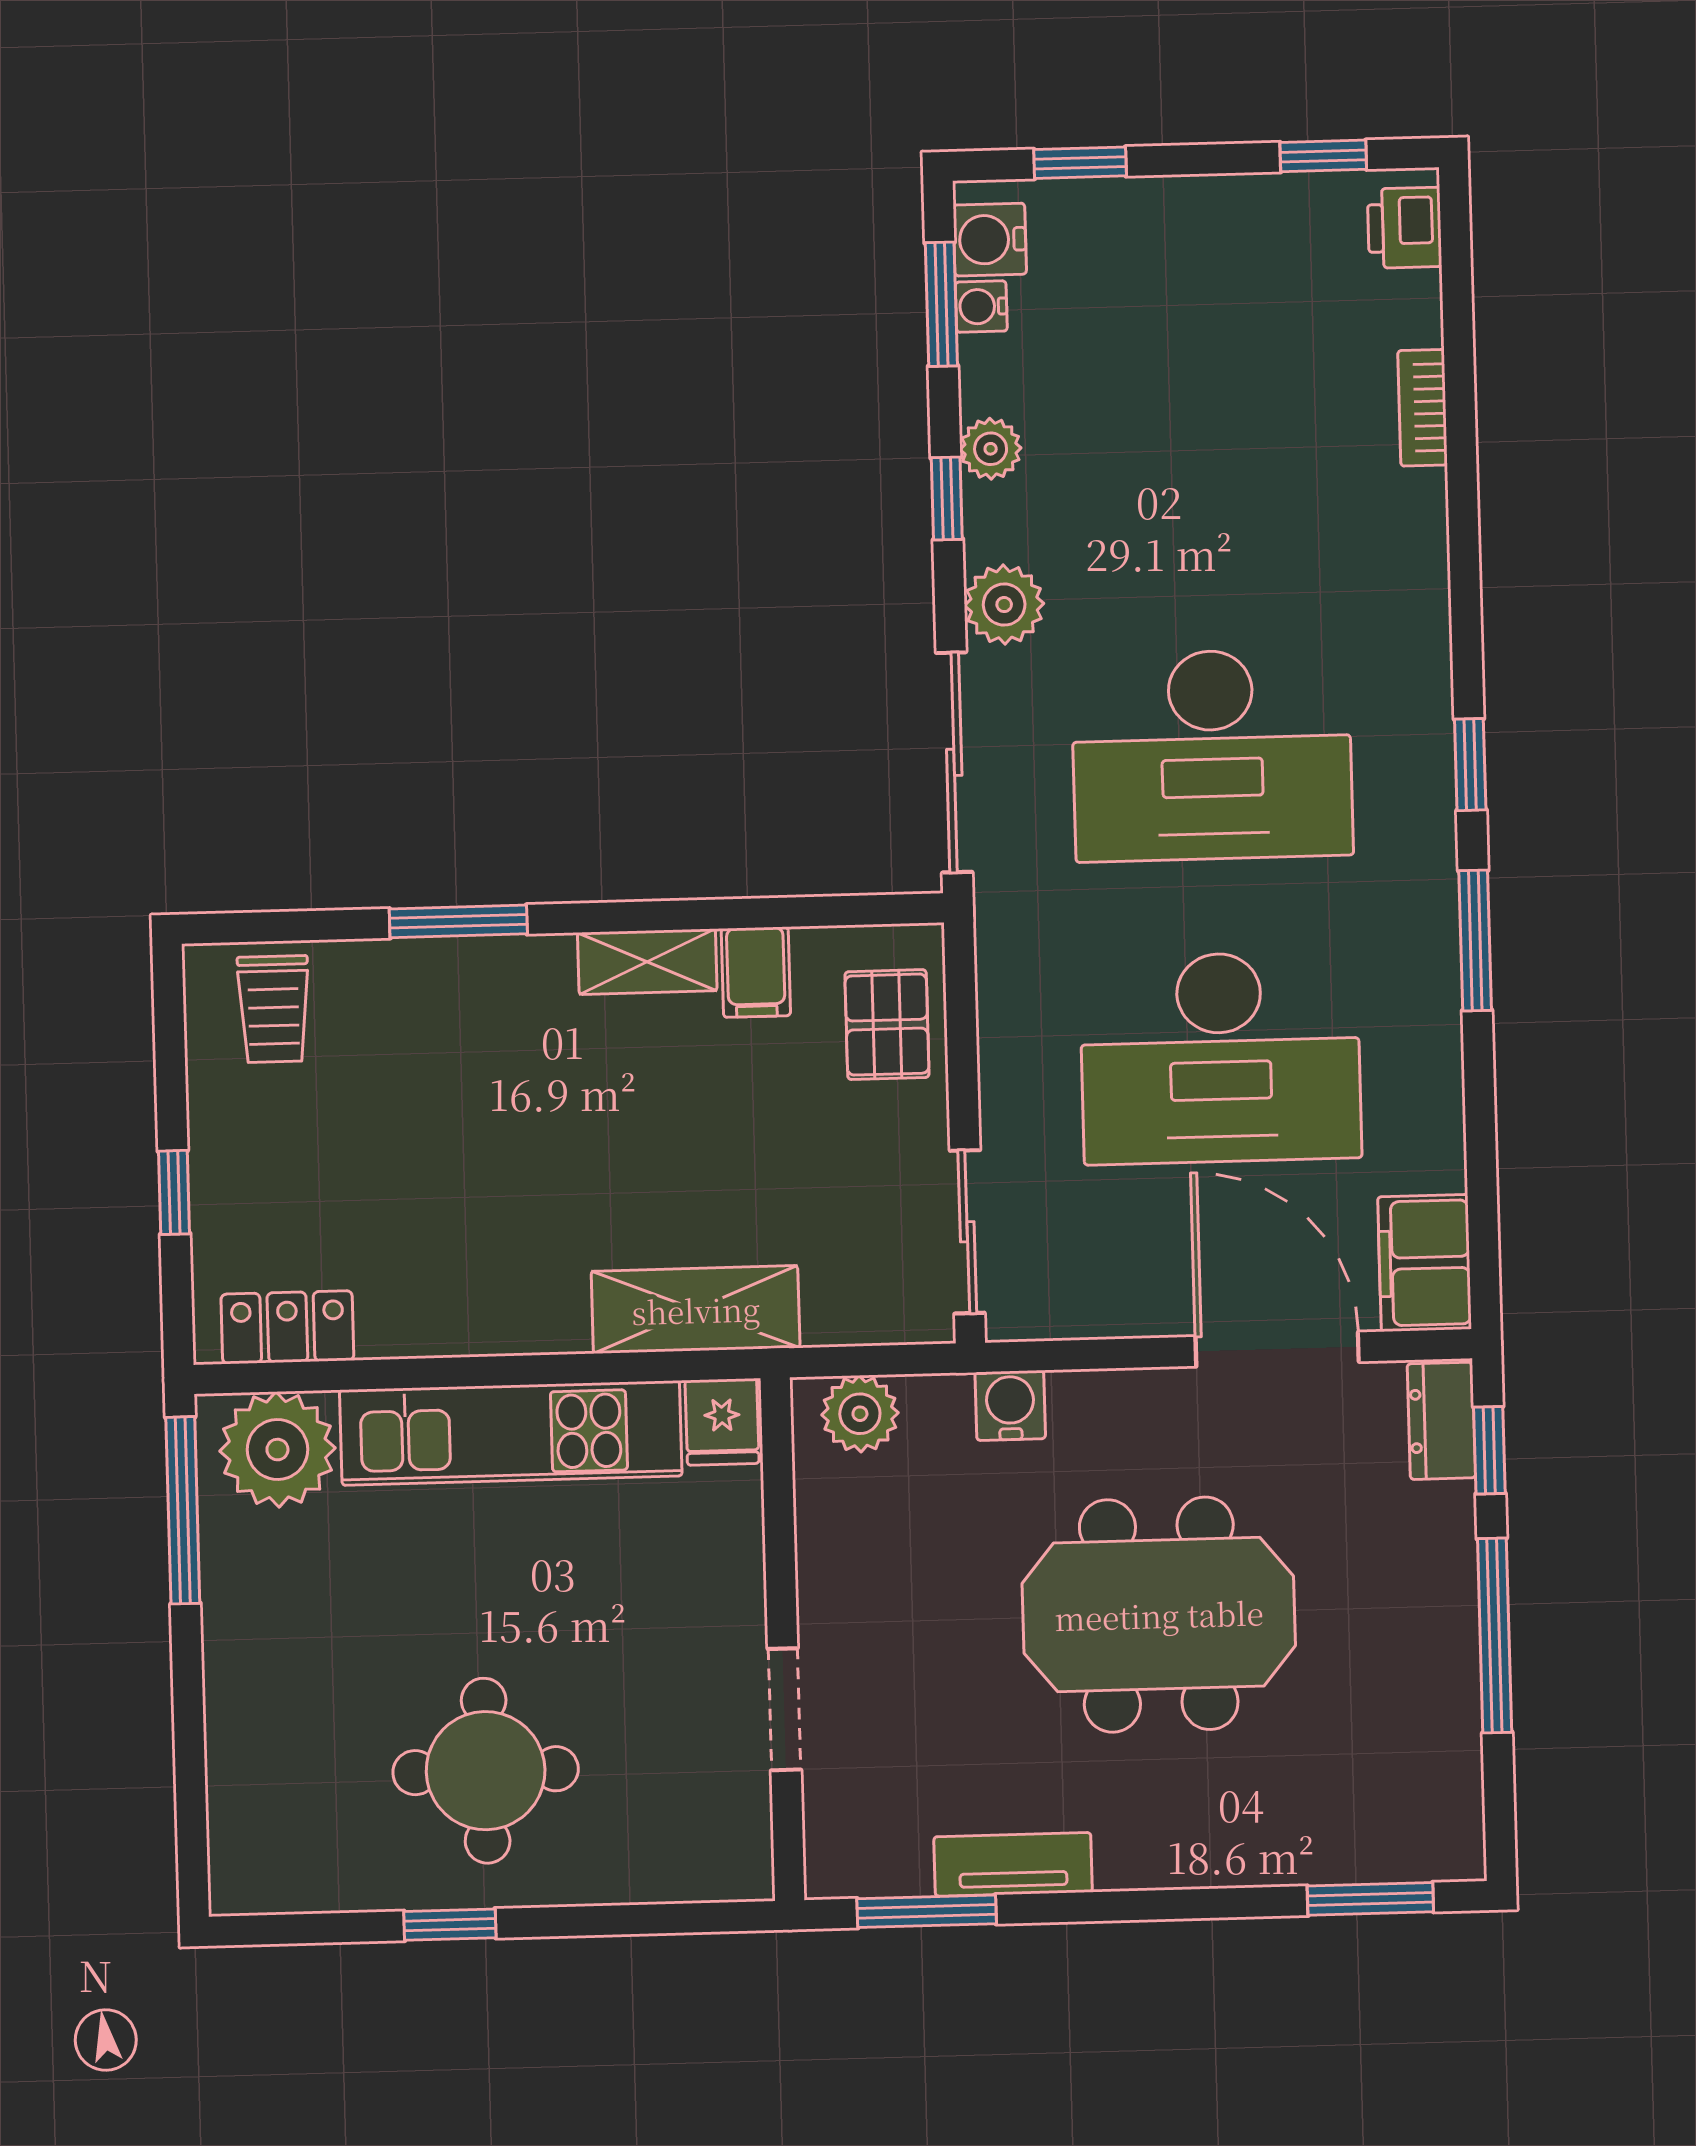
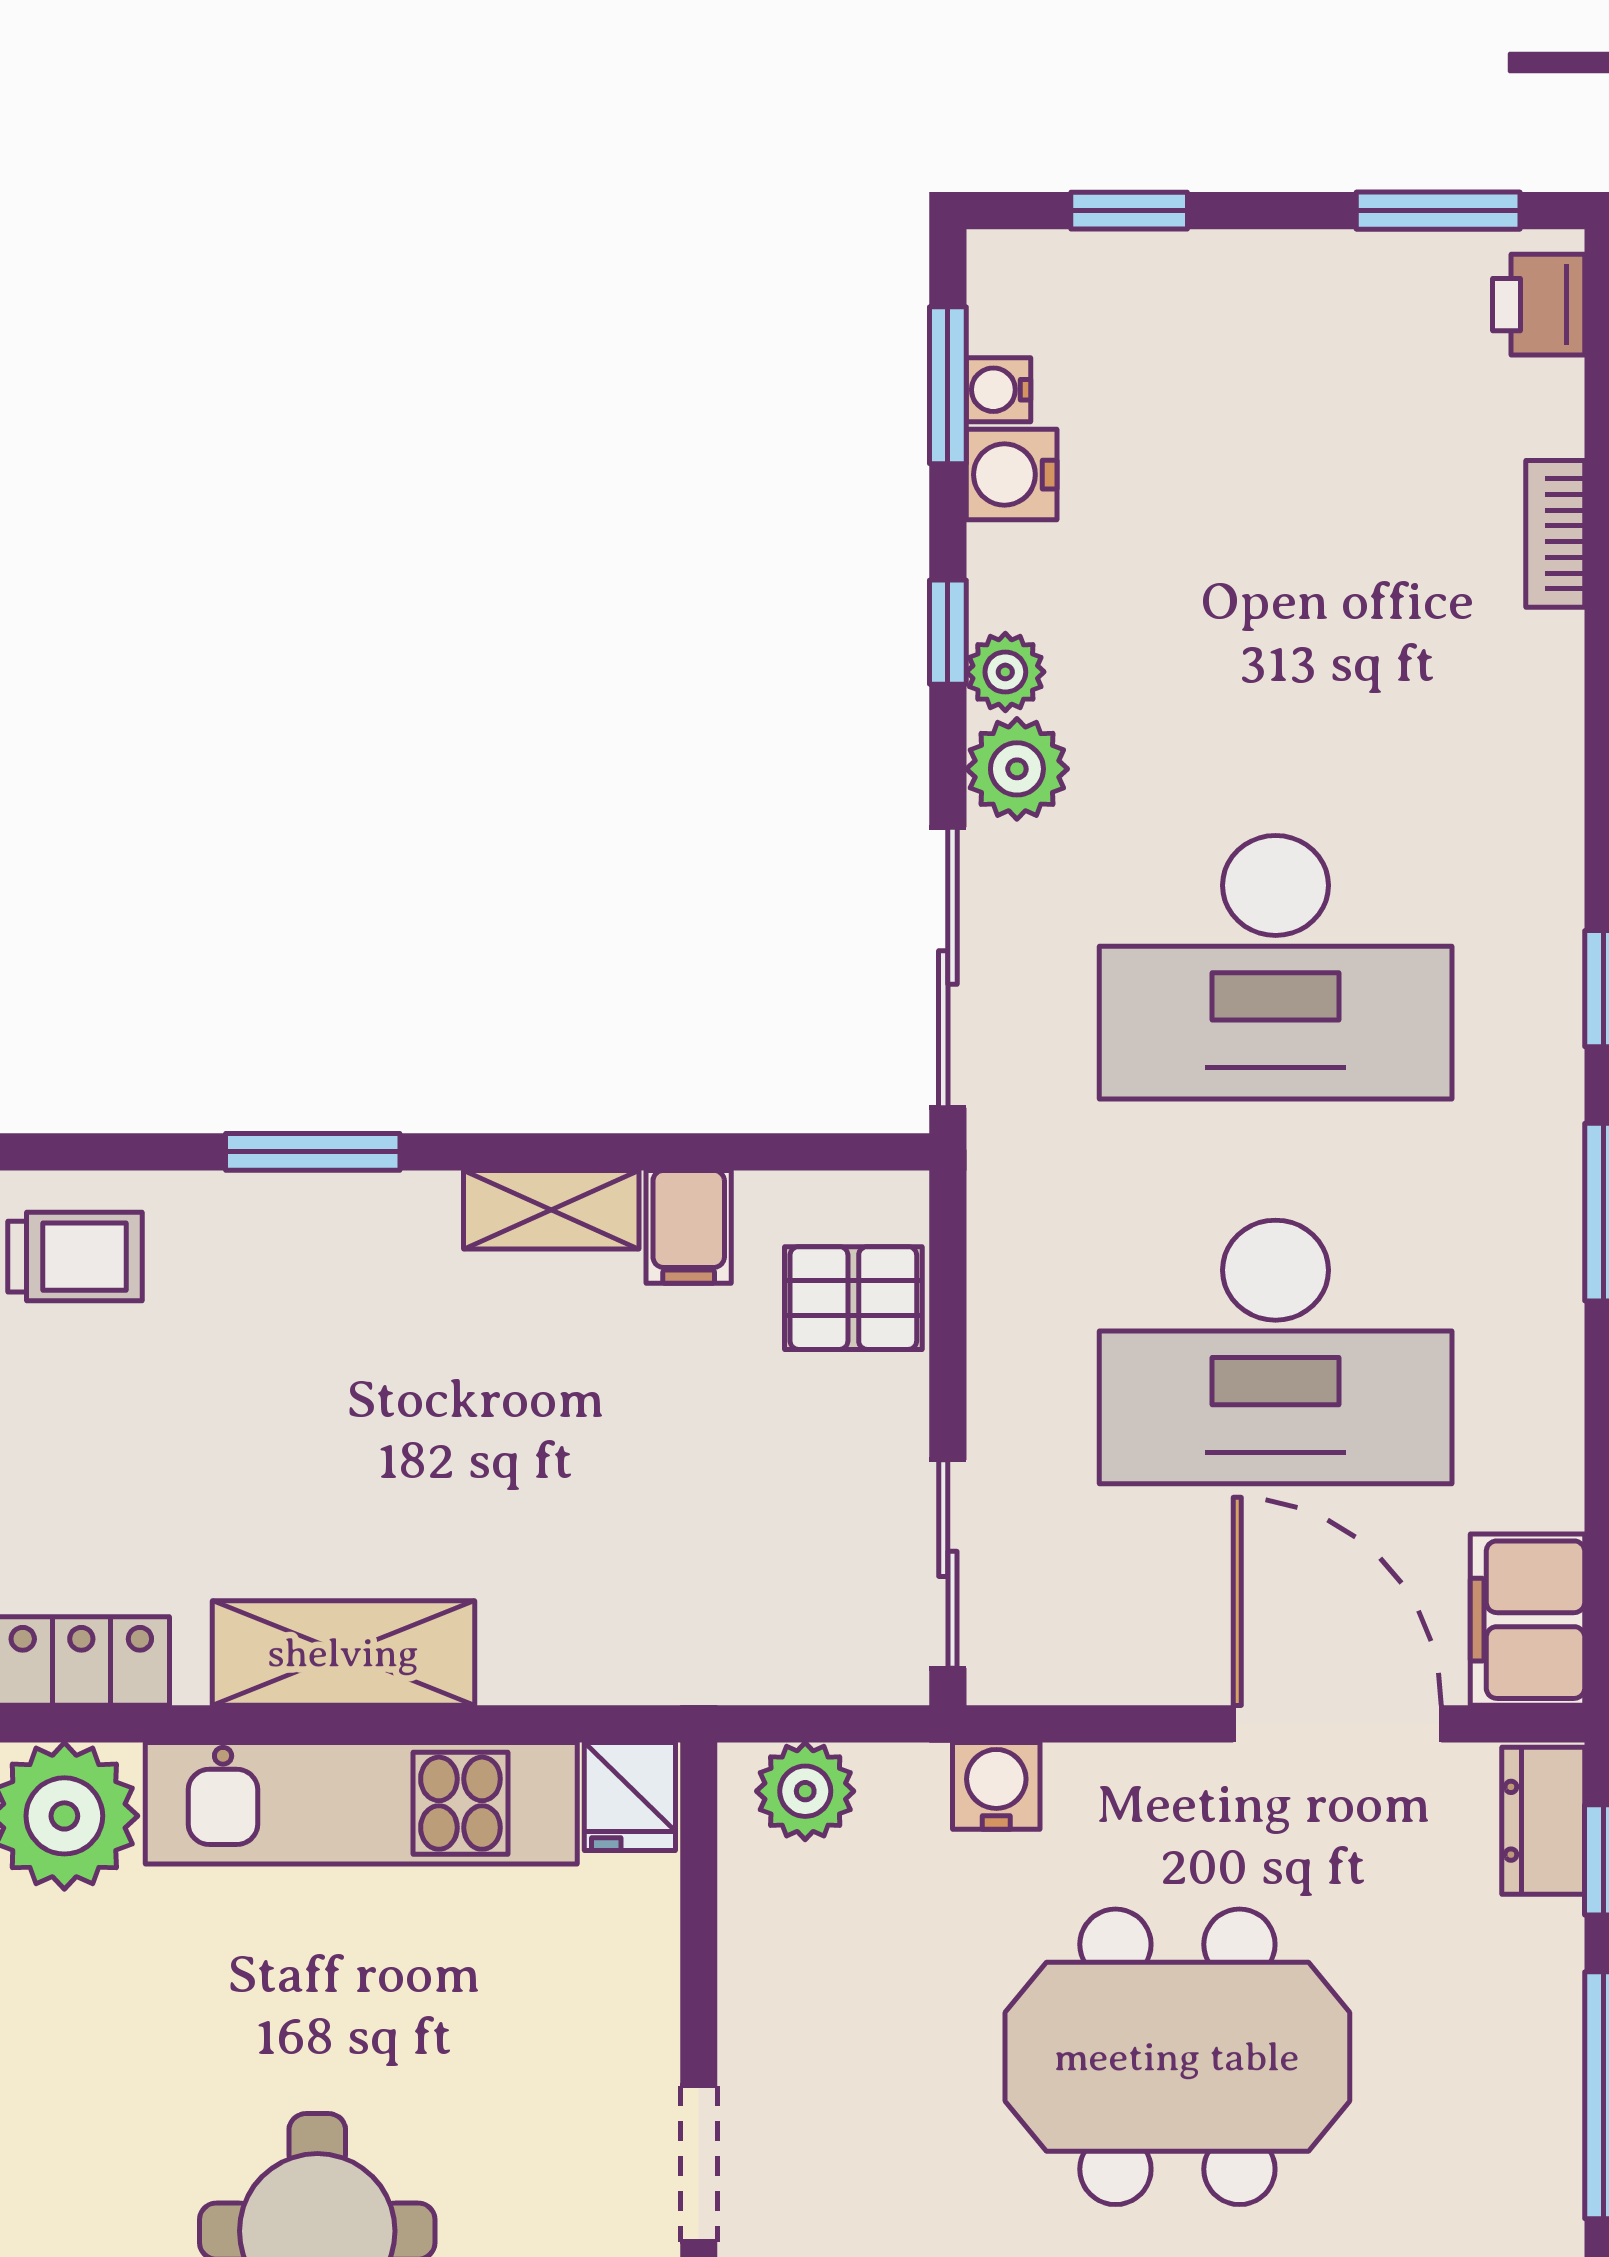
window: (1323, 156) -> (1438, 211), width x1.50
water cooler: (990, 240) -> (1012, 475), moved
plant: (991, 449) -> (1005, 672), moved
trolley: (274, 1009) -> (75, 1257), turned -90
pallet: (887, 1025) -> (853, 1298), turned 90
shelving: (696, 1310) -> (343, 1653), moved

